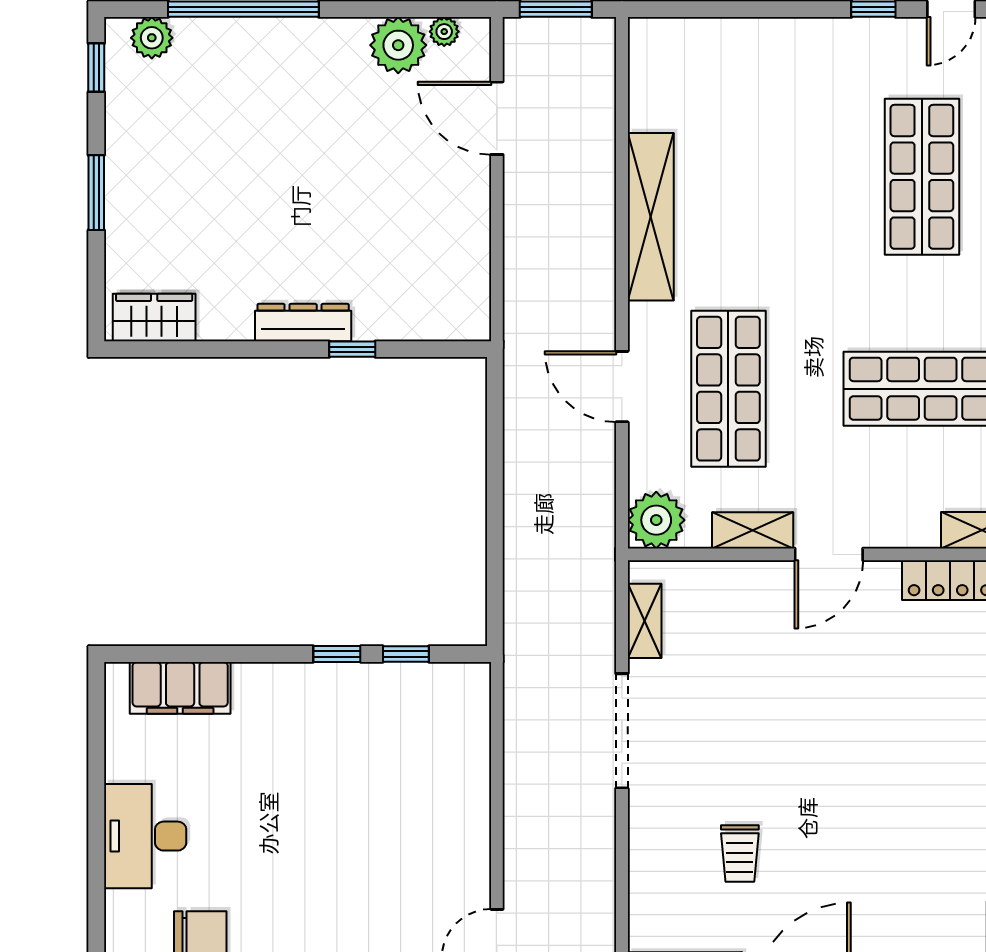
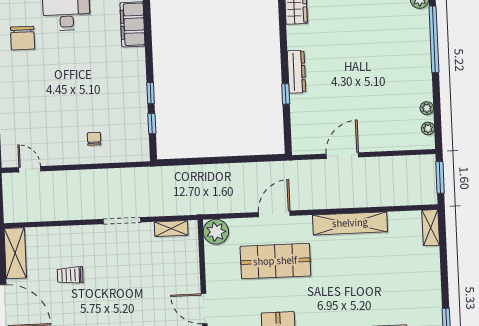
plant: (398, 45) -> (427, 108), width x0.53, depth x0.53
door: (497, 118) -> (342, 156), moved
shelving: (753, 530) -> (431, 228), moved
doorway: (622, 731) -> (122, 221), width x0.73
chair: (435, 786) -> (94, 139), added

